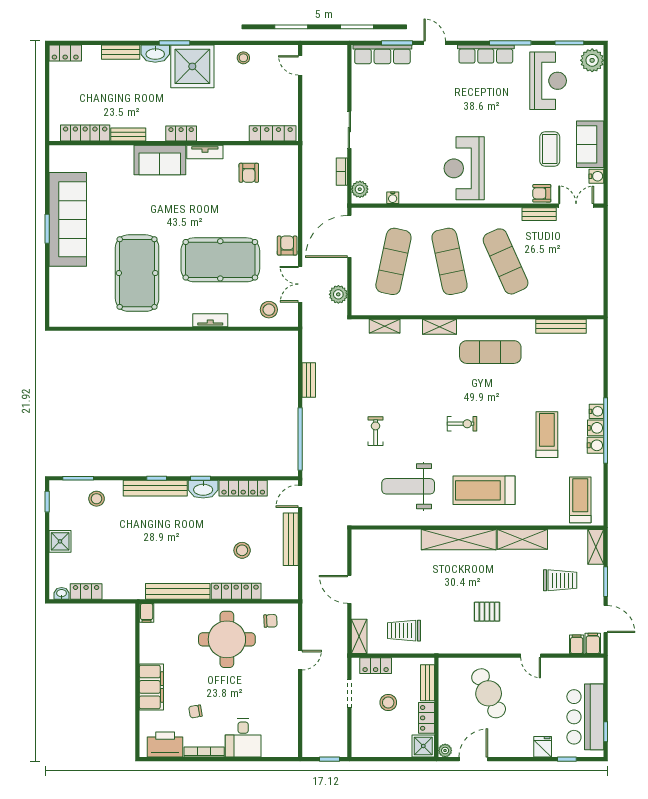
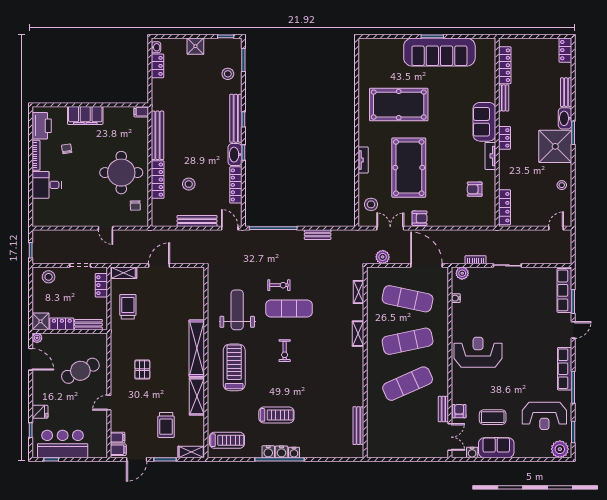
exercise mat: (490, 352) -> (289, 309), moved, turned 90
stool: (388, 703) -> (49, 277), moved

